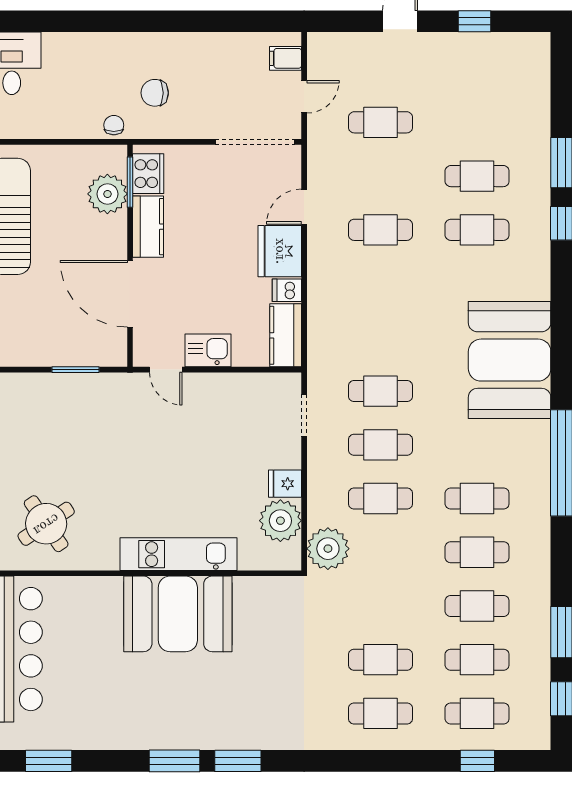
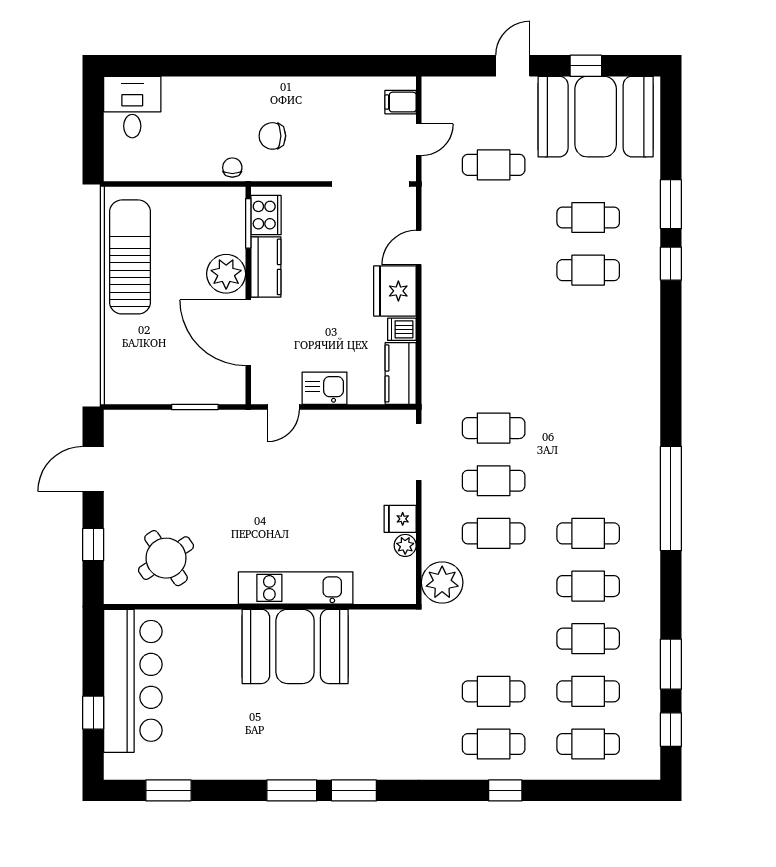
plant: (107, 194) -> (226, 274), moved
cafe table: (381, 230) -> (494, 270), removed
booth: (510, 360) -> (596, 117), moved, turned 90
door: (166, 370) -> (283, 407), hinge flipped
doorway: (304, 415) -> (419, 452), width x1.38
plant: (280, 521) -> (405, 545), width x0.53, depth x0.53
window: (477, 761) -> (505, 790), moved

